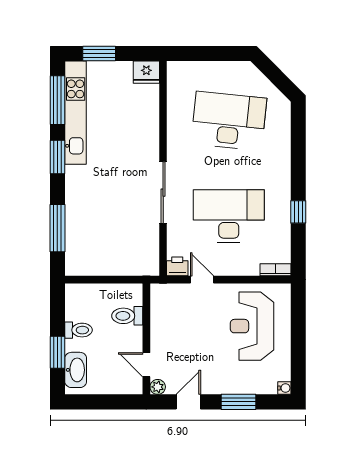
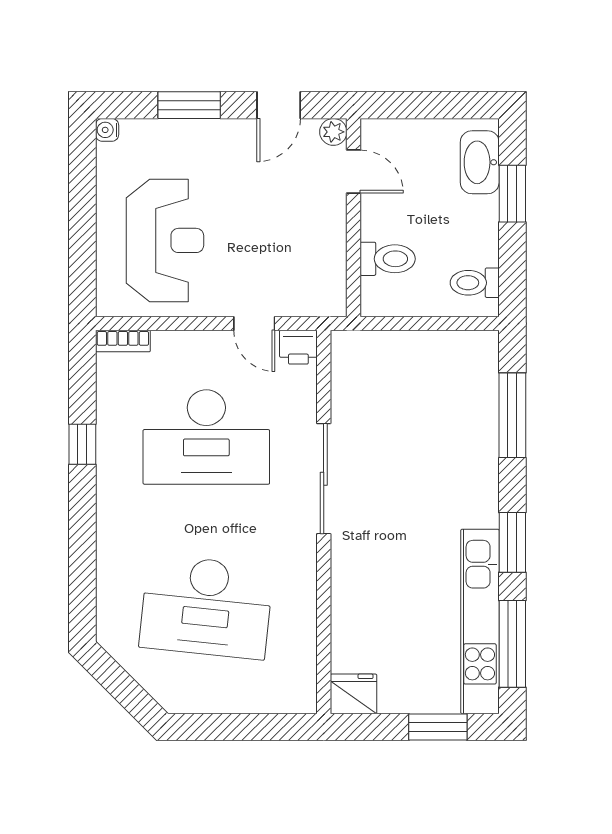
toilet: (79, 330) -> (475, 283), moved

